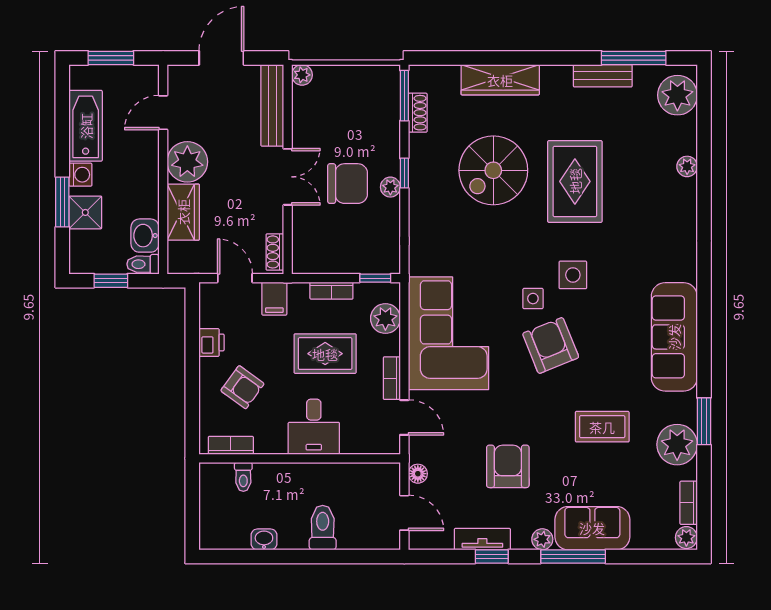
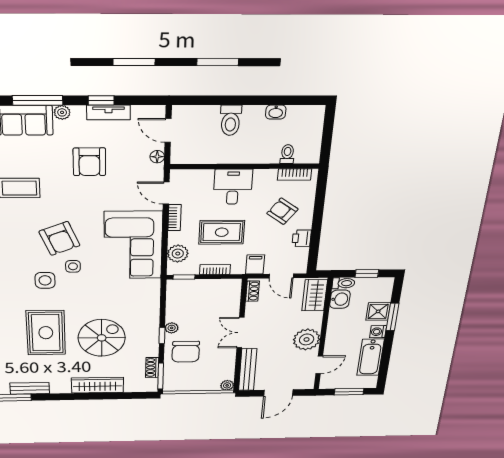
chair: (348, 184) -> (186, 352), moved, turned -90
wardrobe: (183, 212) -> (315, 295), moved

